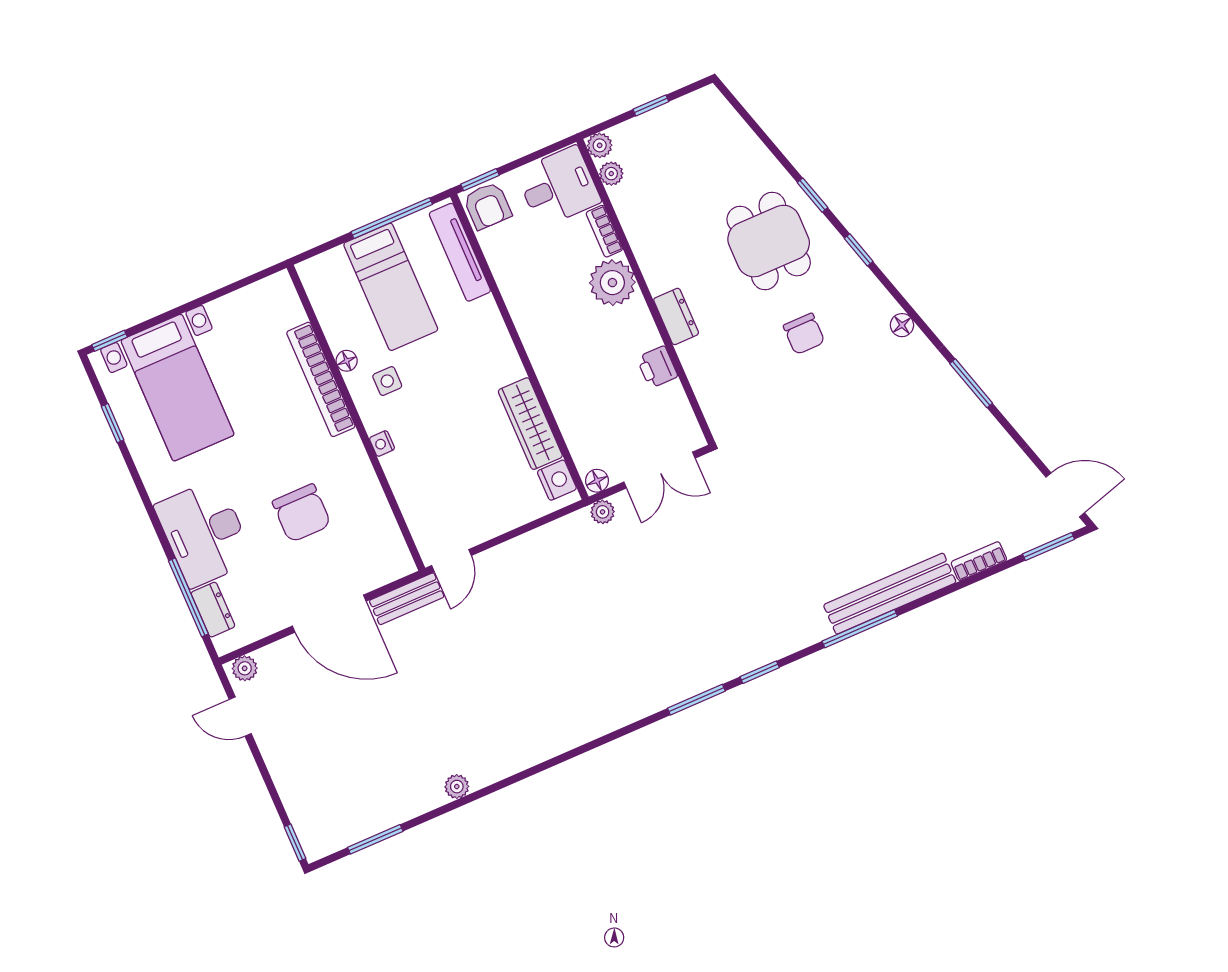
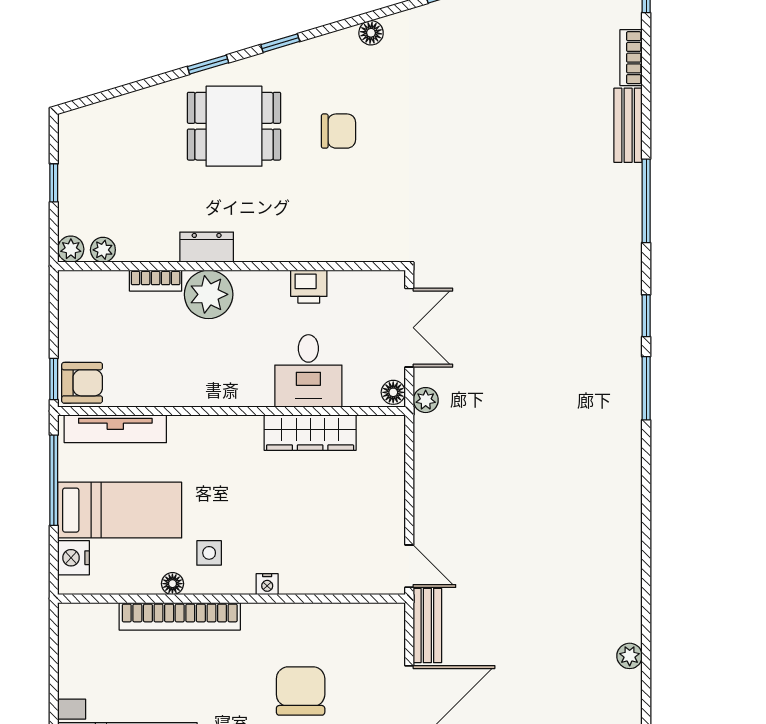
desk: (558, 187) -> (308, 371), moved, turned 180
dresser: (676, 316) -> (207, 247), moved
nightstand: (557, 480) -> (74, 558), moved, turned -90
chair: (302, 513) -> (301, 691), turned -90
bench: (890, 594) -> (628, 125), width x0.54, depth x0.82

